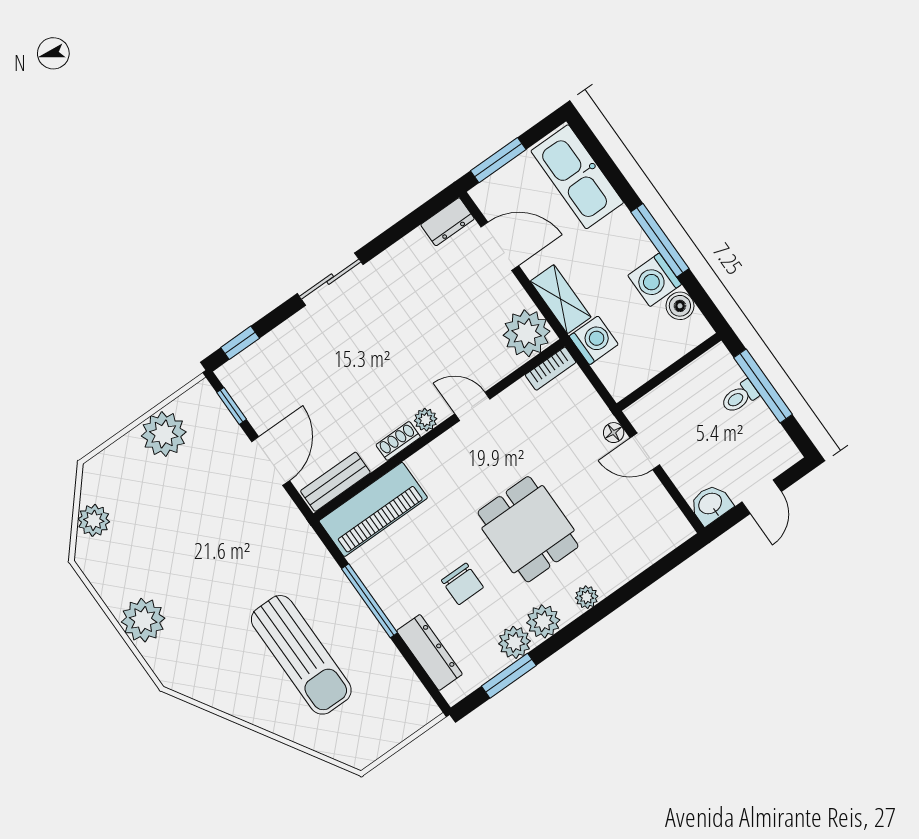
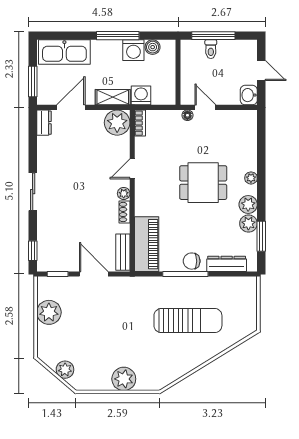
door: (645, 451) -> (205, 107), swing flipped
chair: (462, 584) -> (192, 261), moved, turned 180

